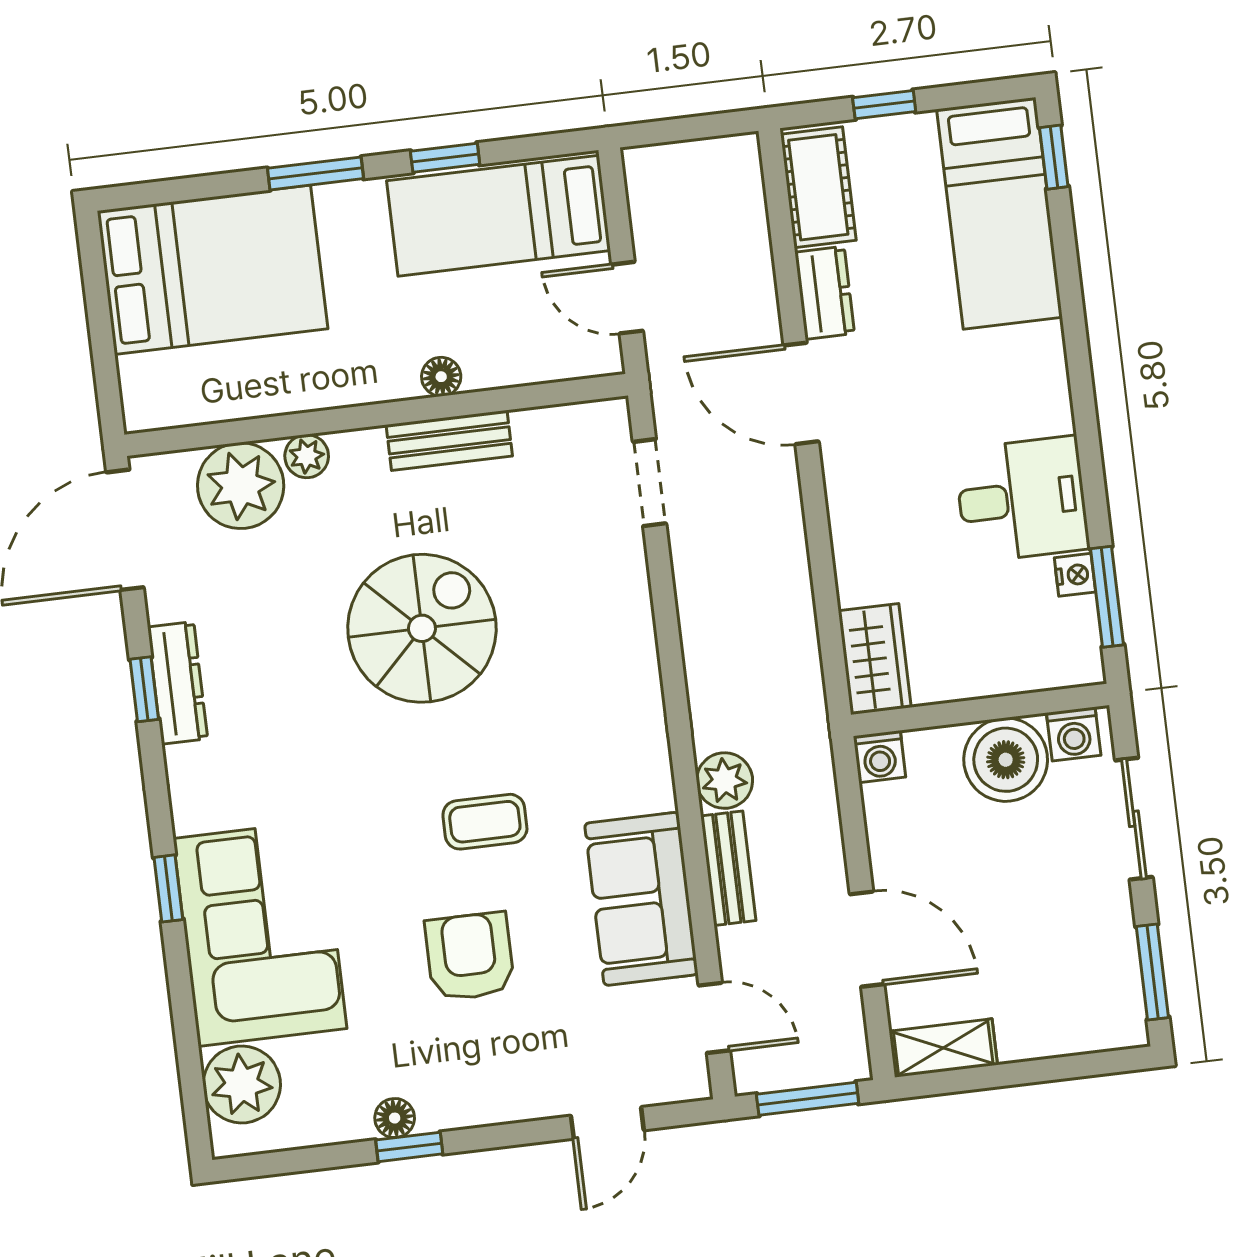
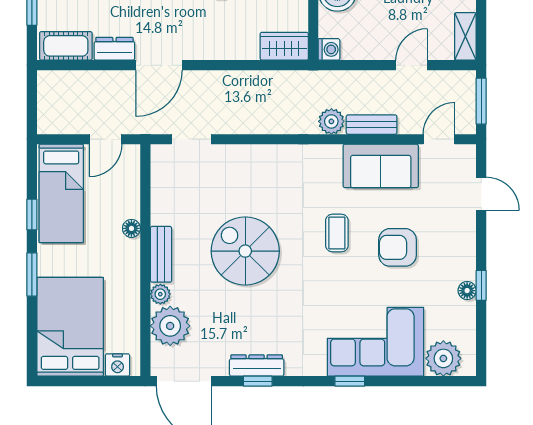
nightstand: (142, 382) -> (118, 365), added
bench: (449, 440) -> (161, 254), moved
door: (867, 939) -> (412, 65), width x0.73

